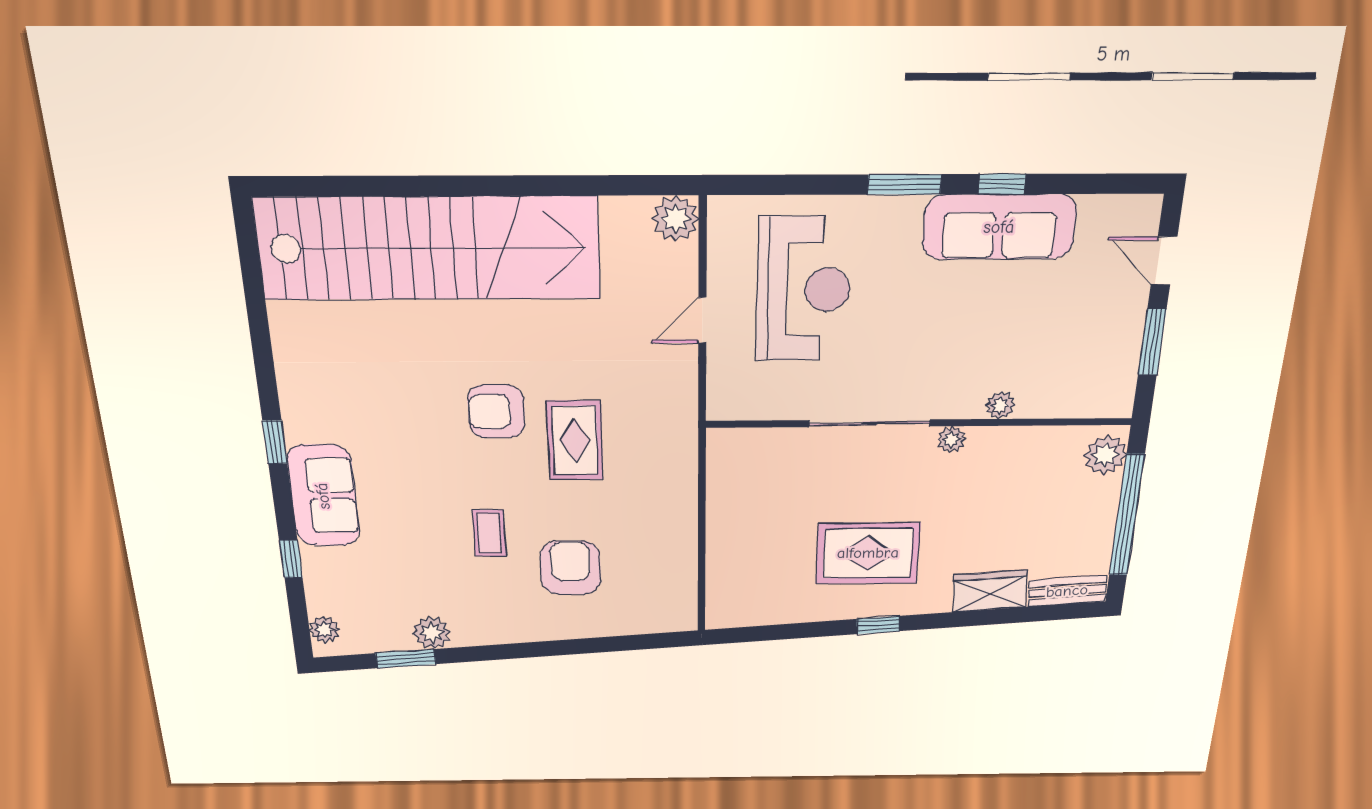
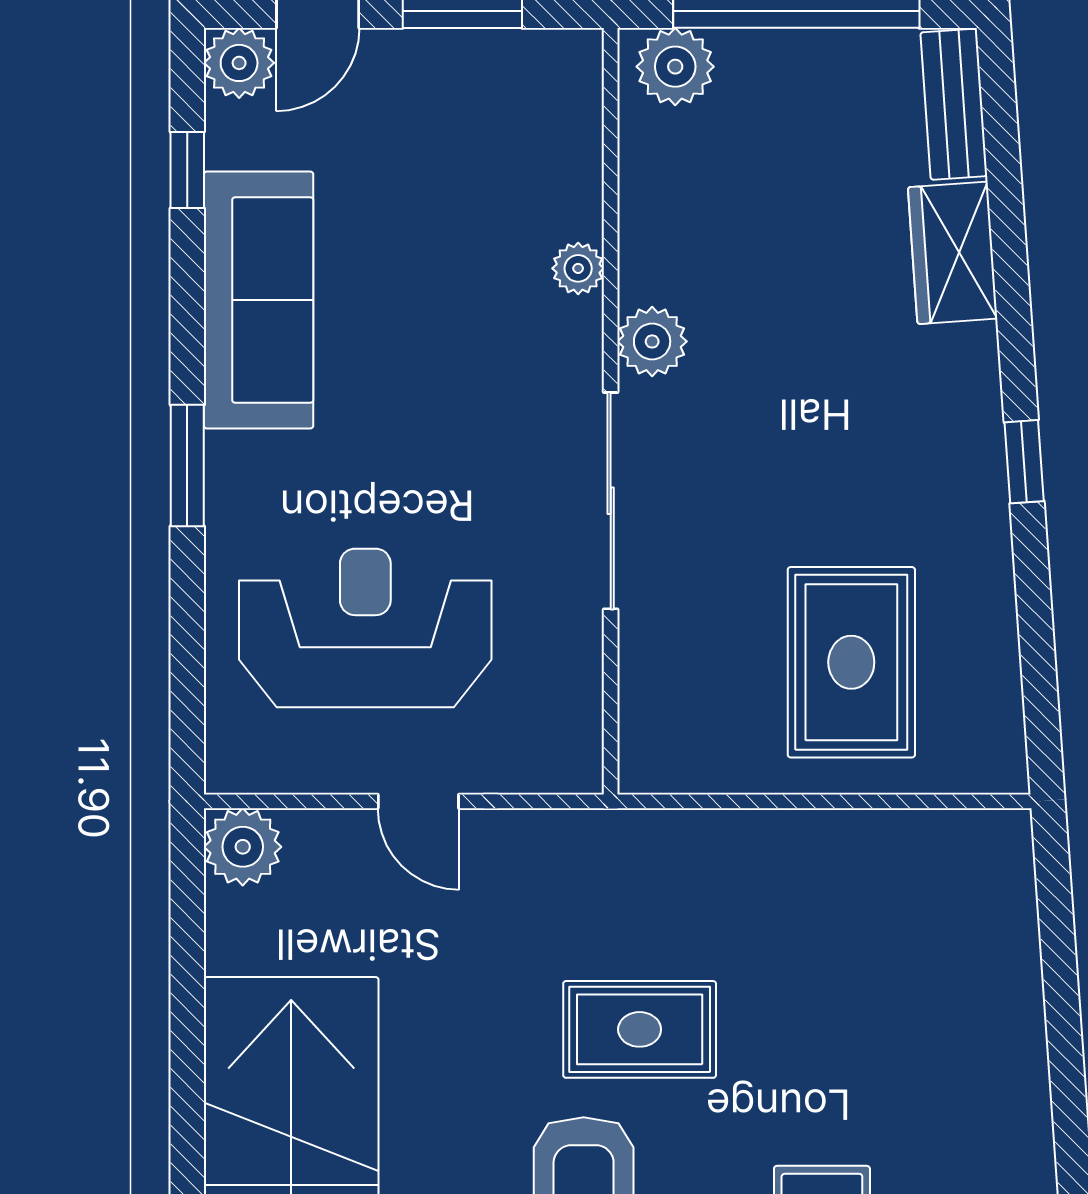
window: (1002, 184) -> (187, 170), moved
plant: (1140, 215) -> (239, 63), added
plant: (951, 439) -> (652, 341), width x1.38, depth x1.38
rug: (868, 553) -> (851, 662), moved
armchair: (570, 568) -> (895, 1047), removed

